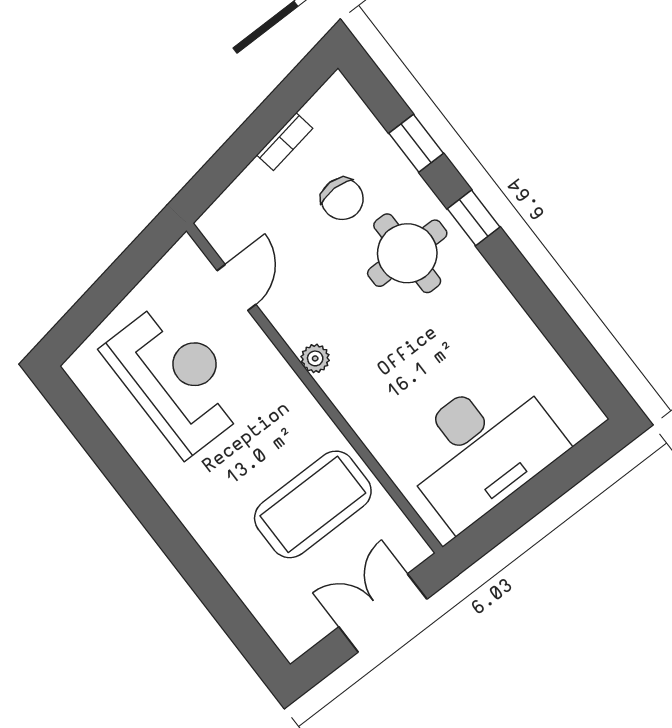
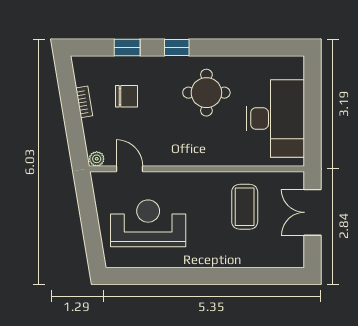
round table: (407, 253) -> (206, 93), moved
plant: (315, 358) -> (97, 159), moved
coffee table: (313, 504) -> (245, 207), width x0.73, depth x0.76

